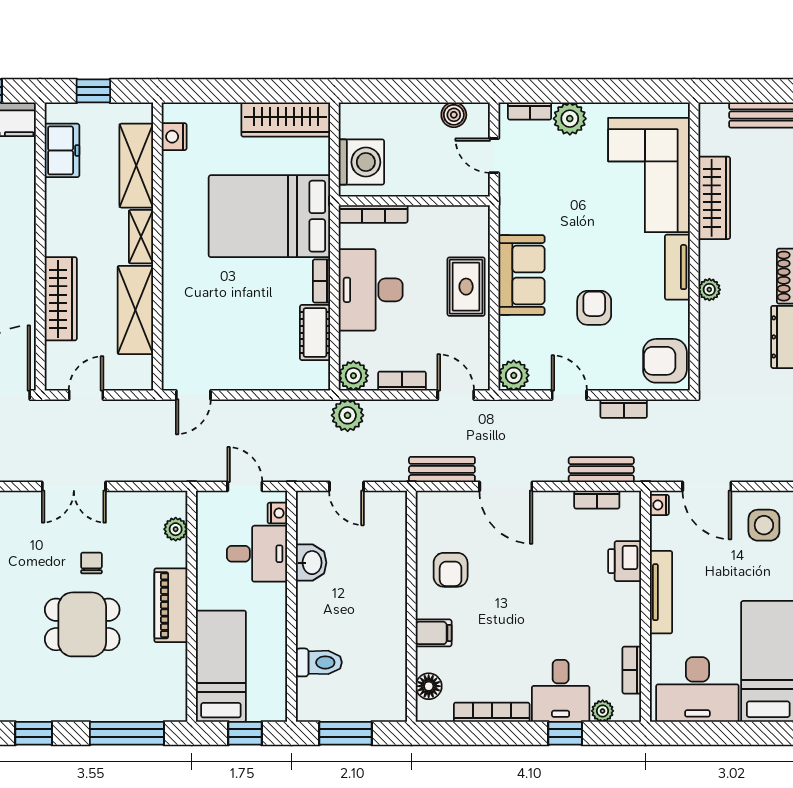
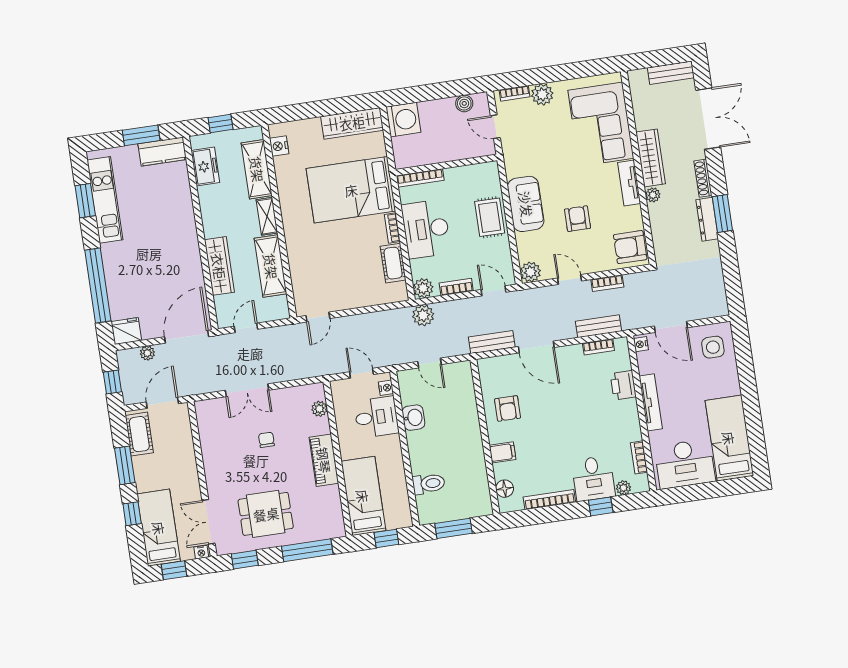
washing machine: (361, 162) -> (403, 120), moved
wardrobe: (714, 198) -> (651, 158), moved
dining table: (82, 624) -> (266, 514), moved

